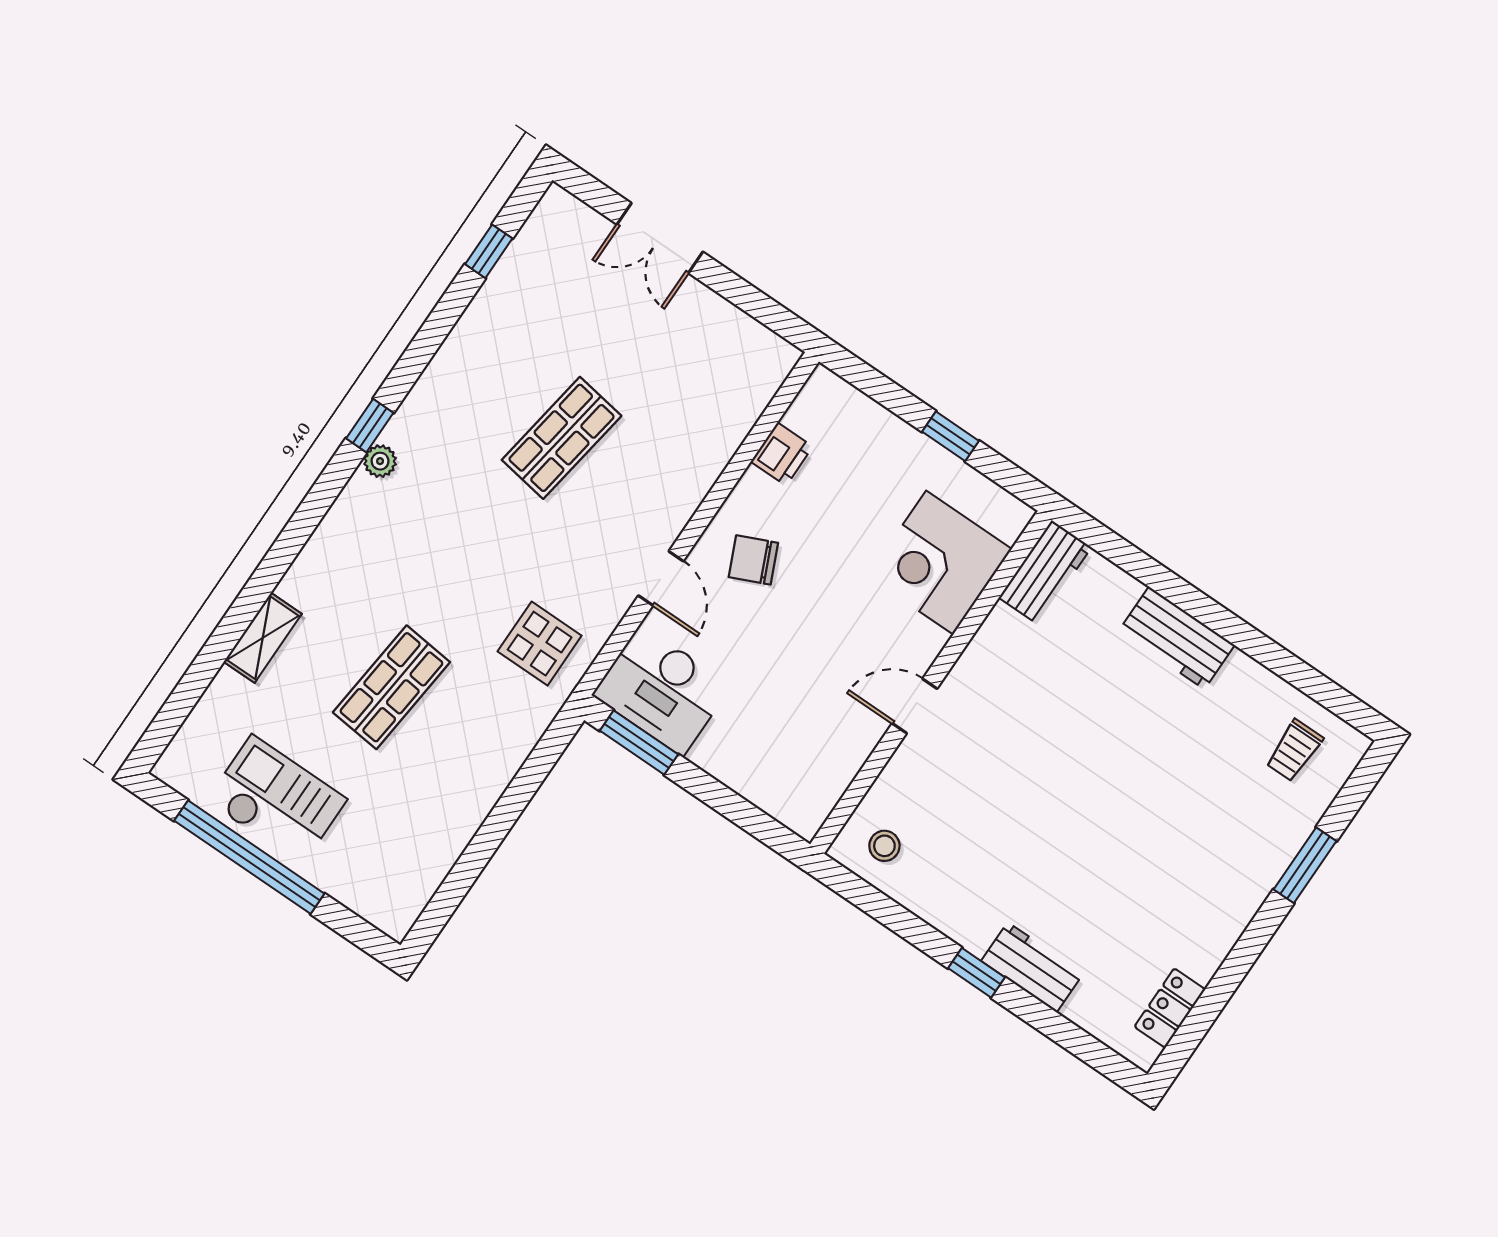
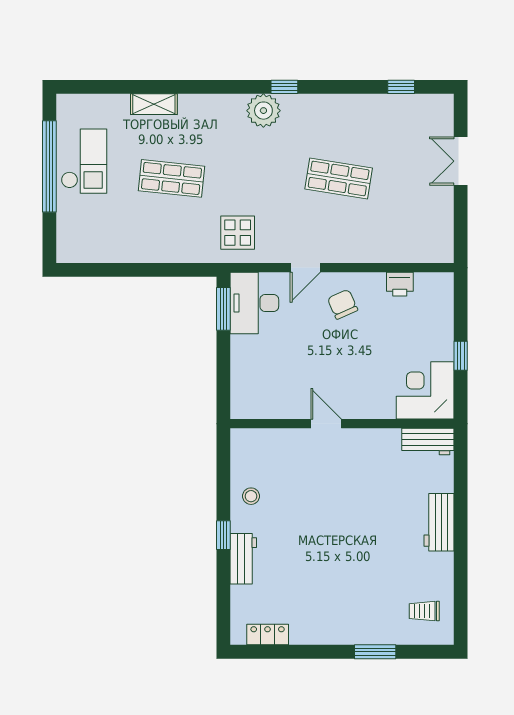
plant: (380, 461) -> (263, 111), width x1.88, depth x1.88
corner desk: (940, 563) -> (425, 390), moved
stool: (884, 846) -> (251, 496), moved

